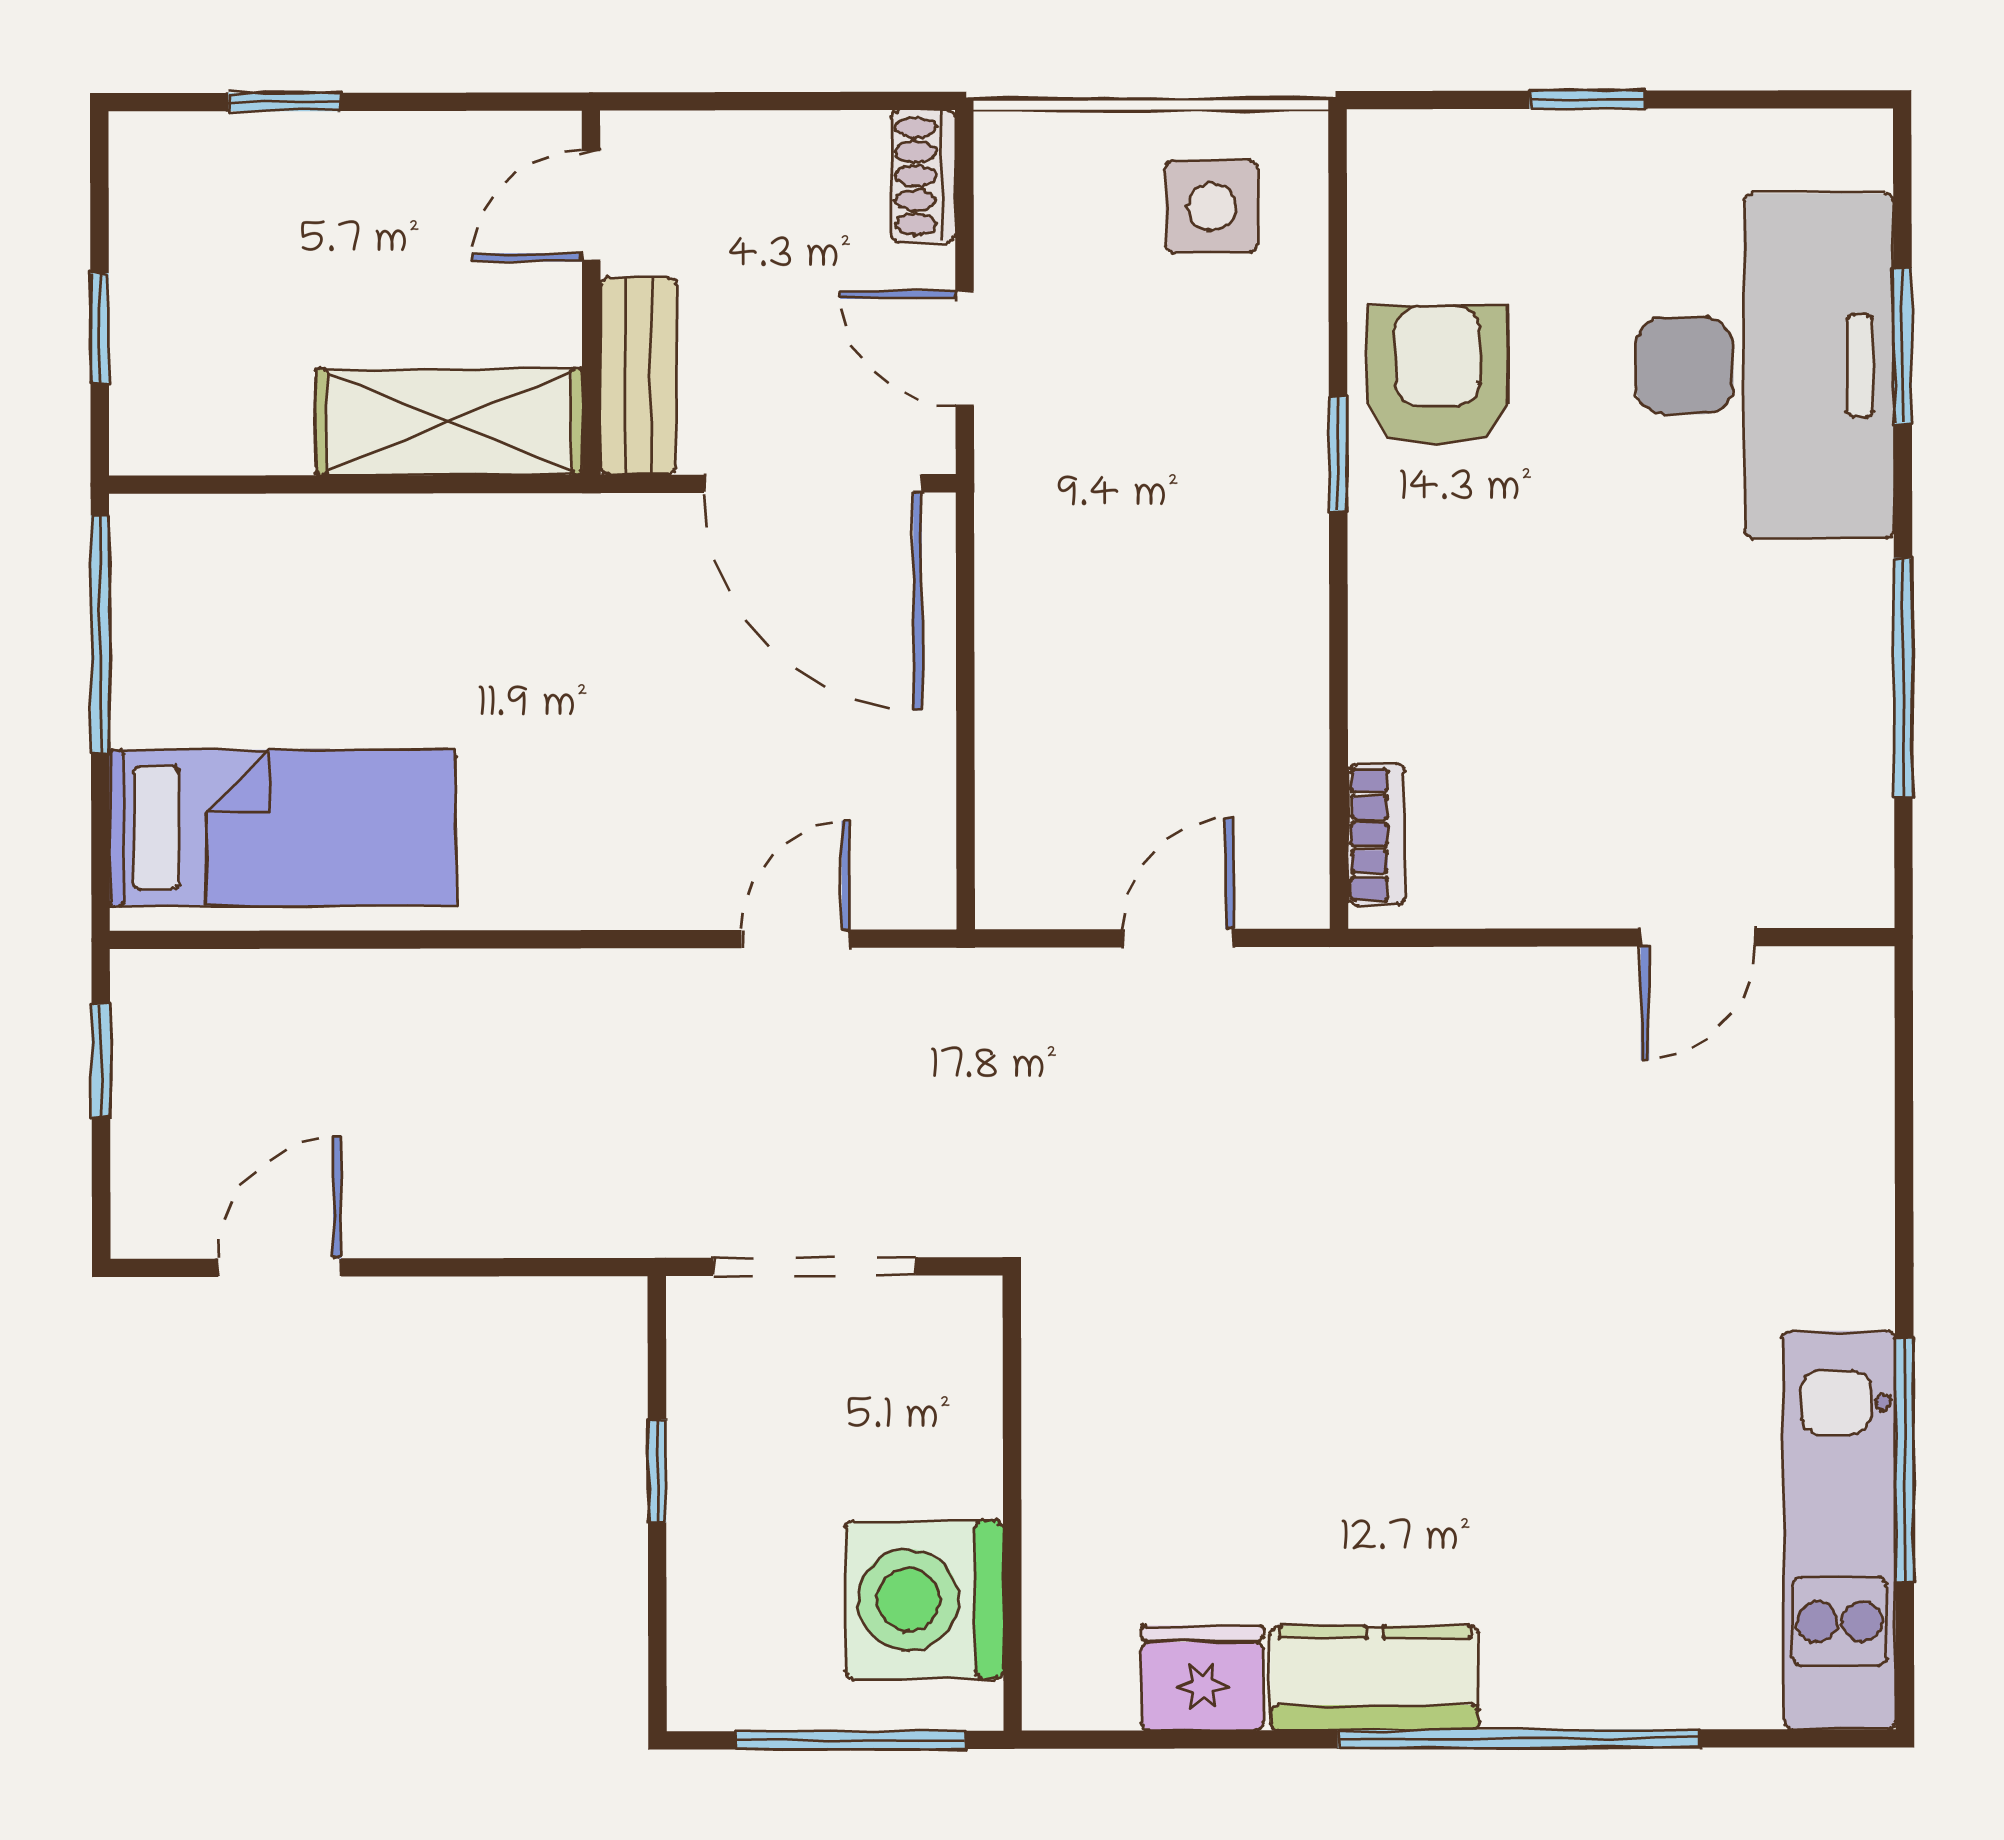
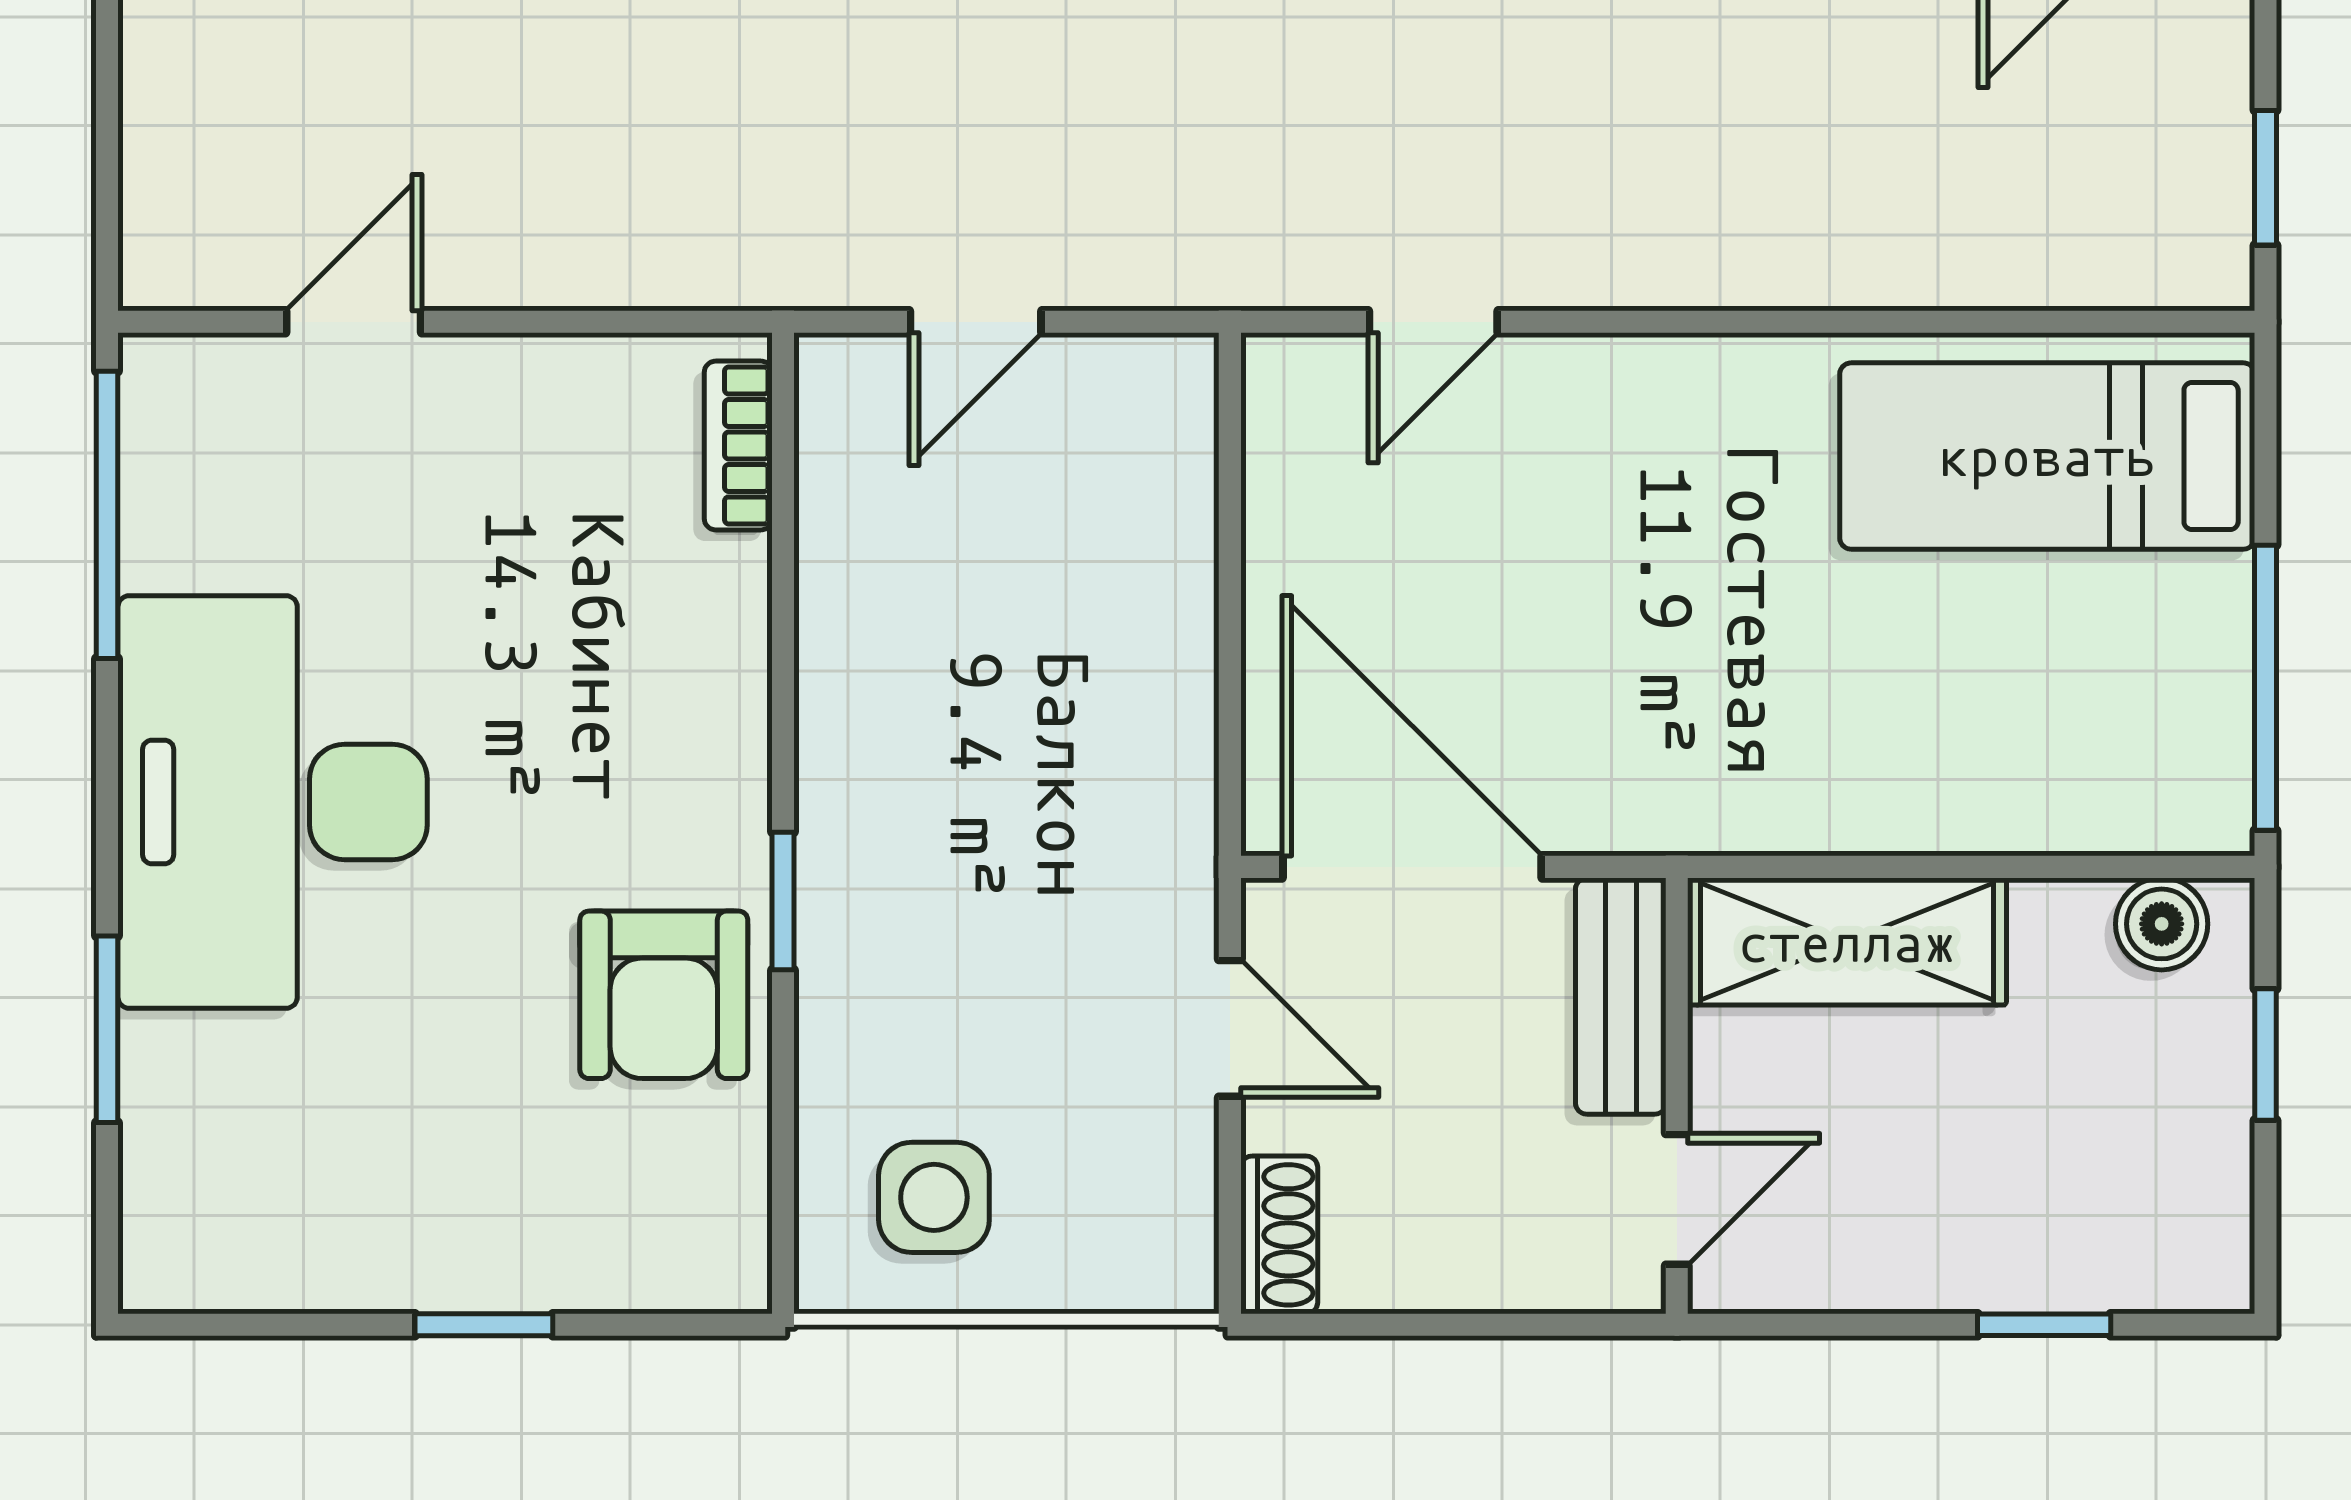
desk: (1764, 366) -> (272, 802), moved
boiler: (187, 437) -> (2162, 924), added
window: (1903, 678) -> (107, 515), moved

